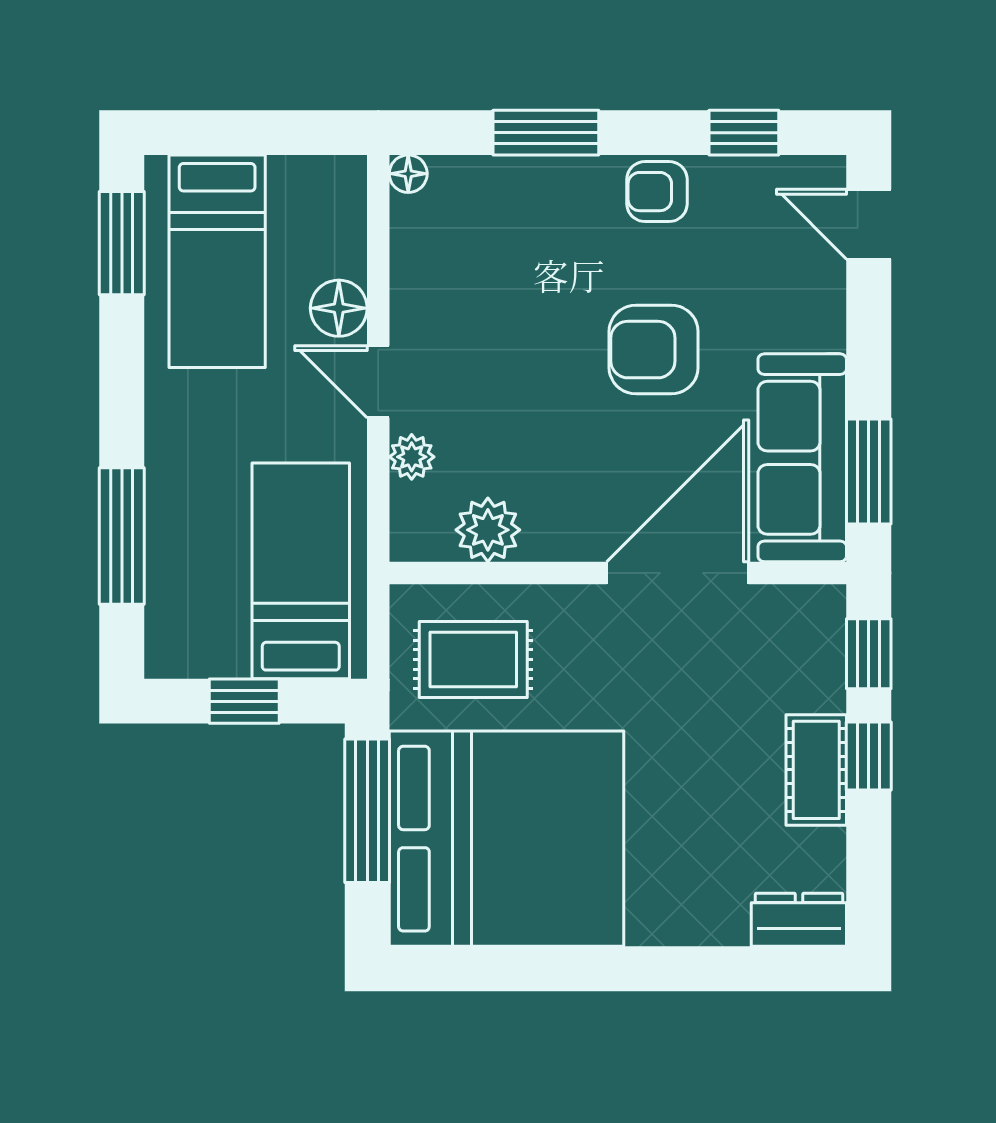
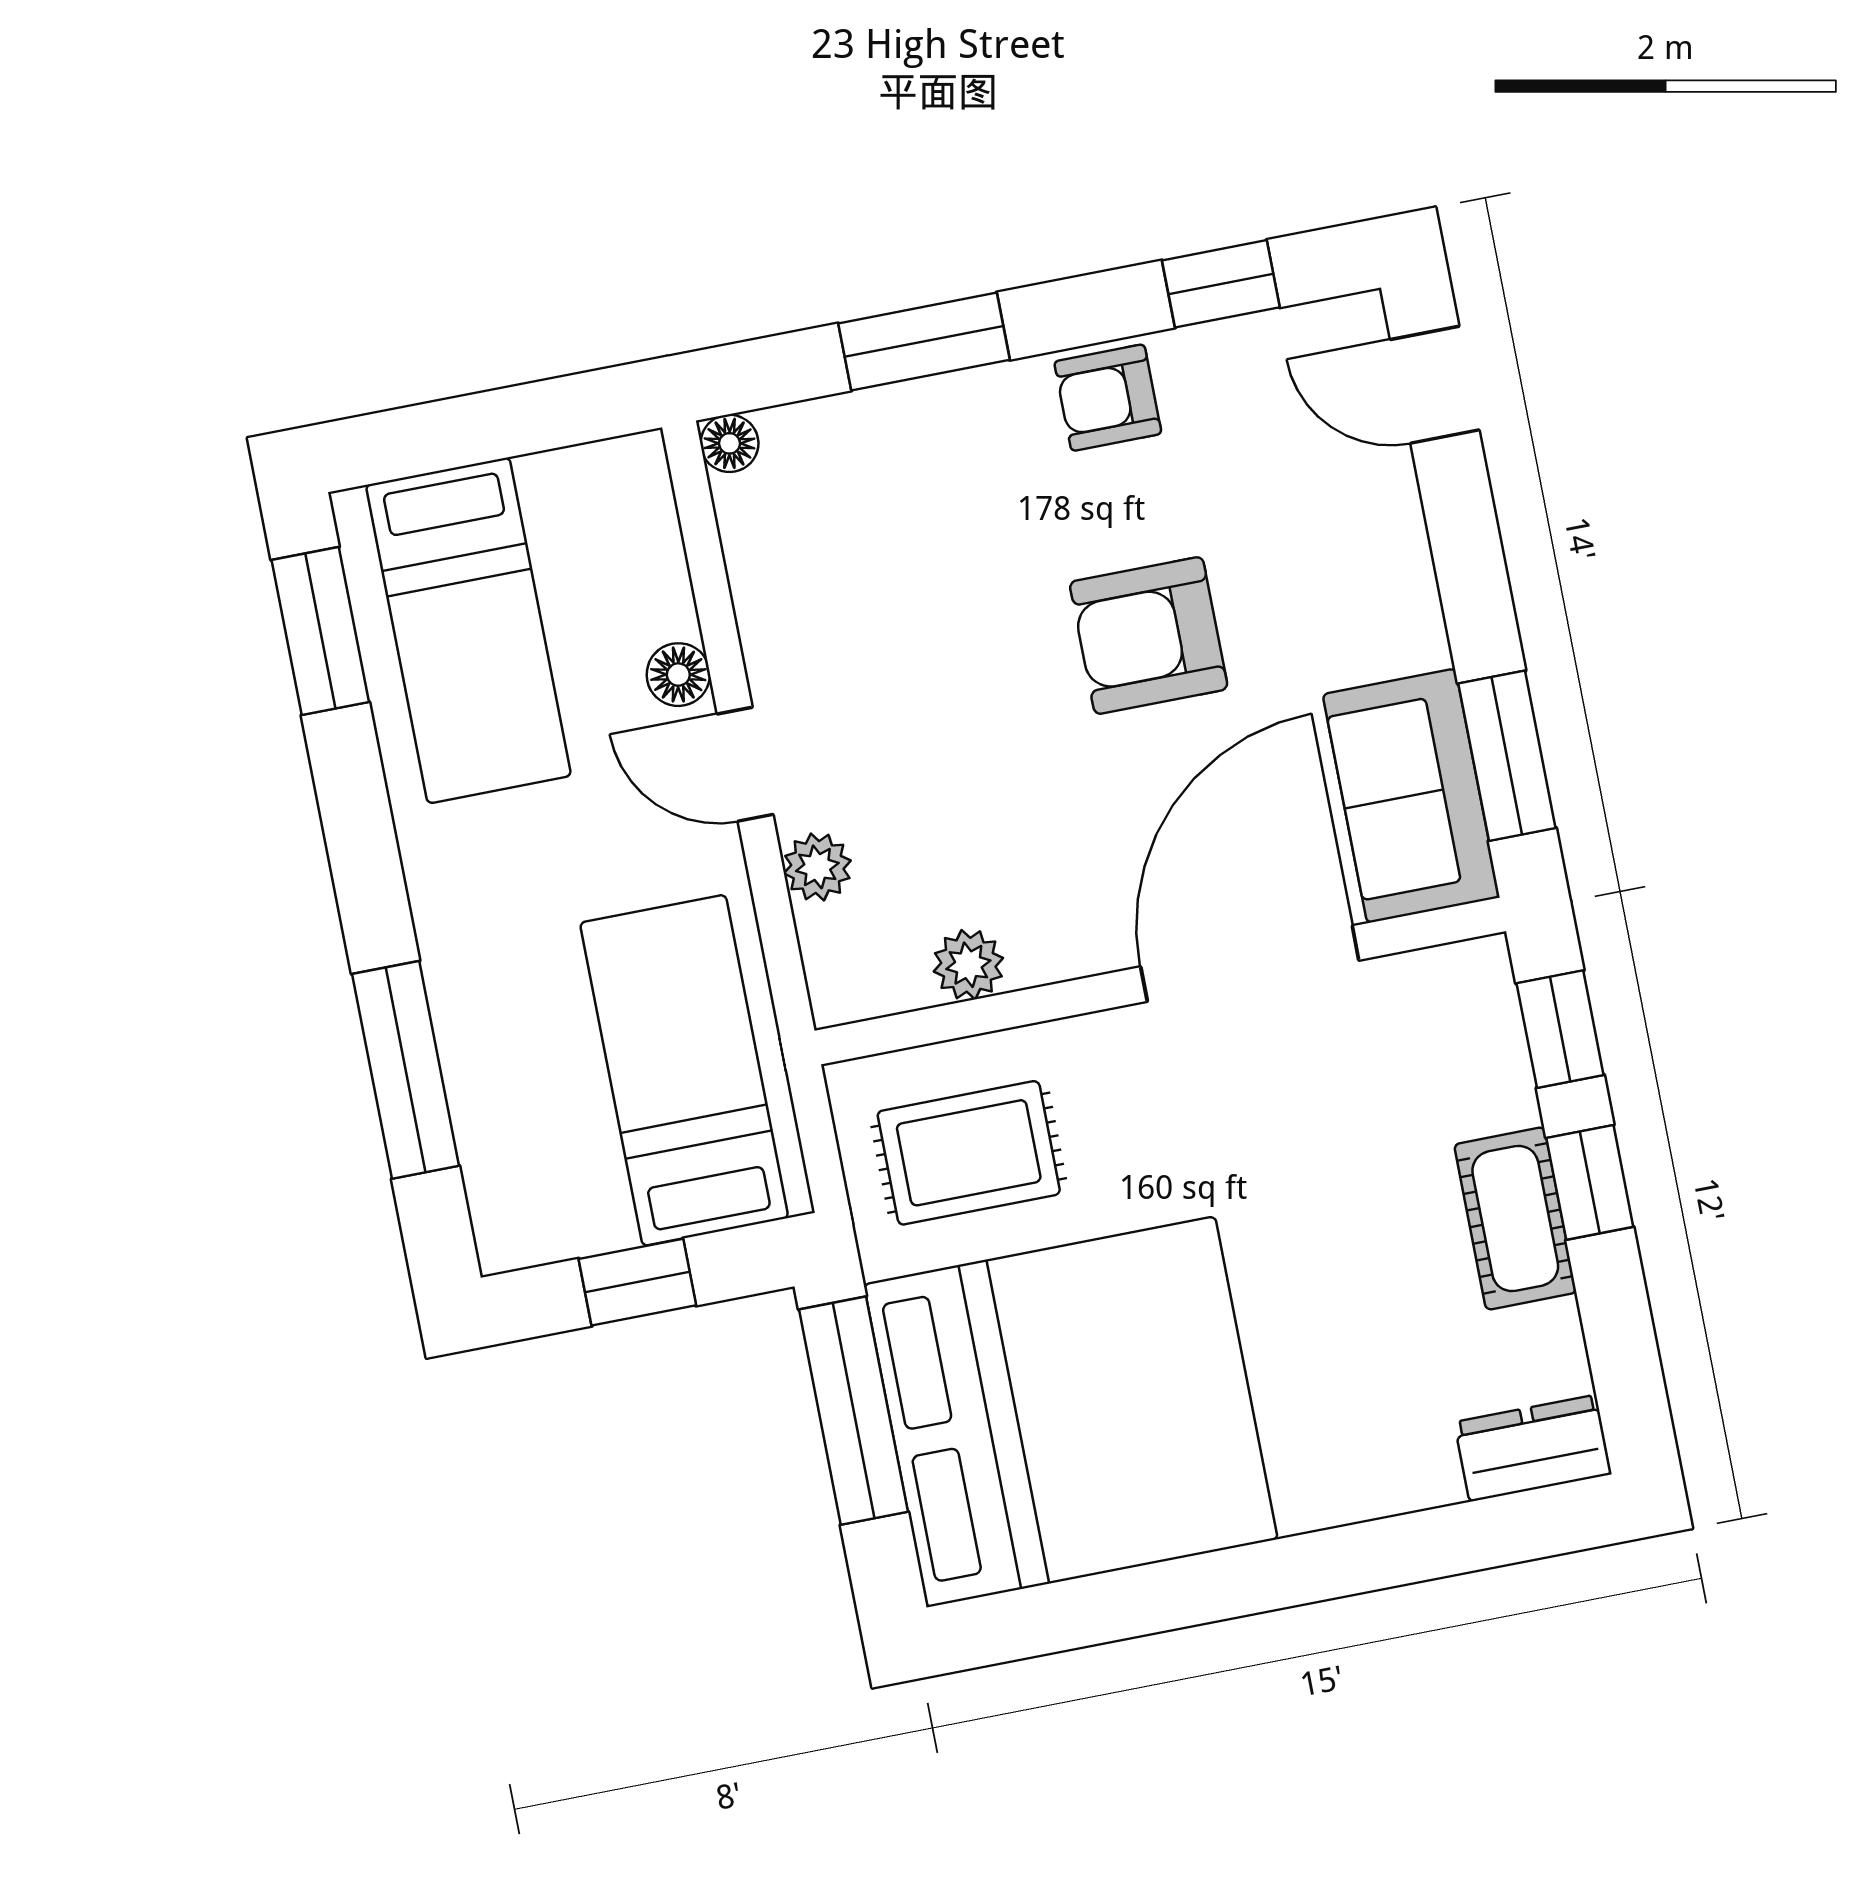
floor lamp: (339, 308) -> (678, 675), width x0.73, depth x0.73
sofa: (802, 458) -> (1411, 796), width x0.73
plant: (488, 530) -> (968, 965), width x0.73, depth x0.73

